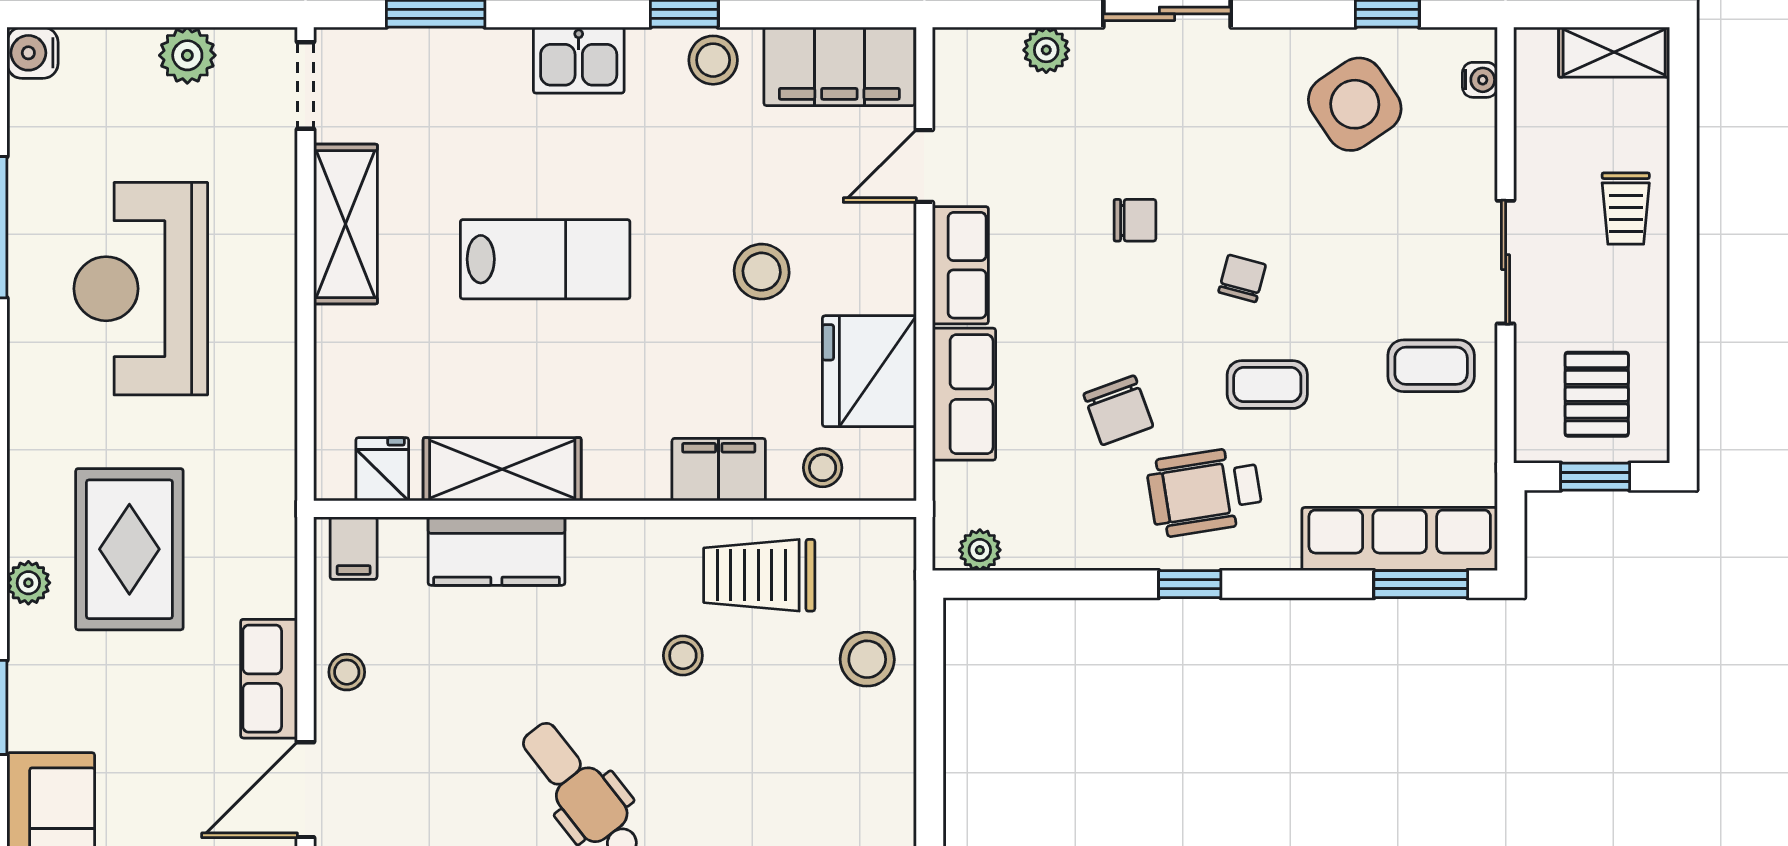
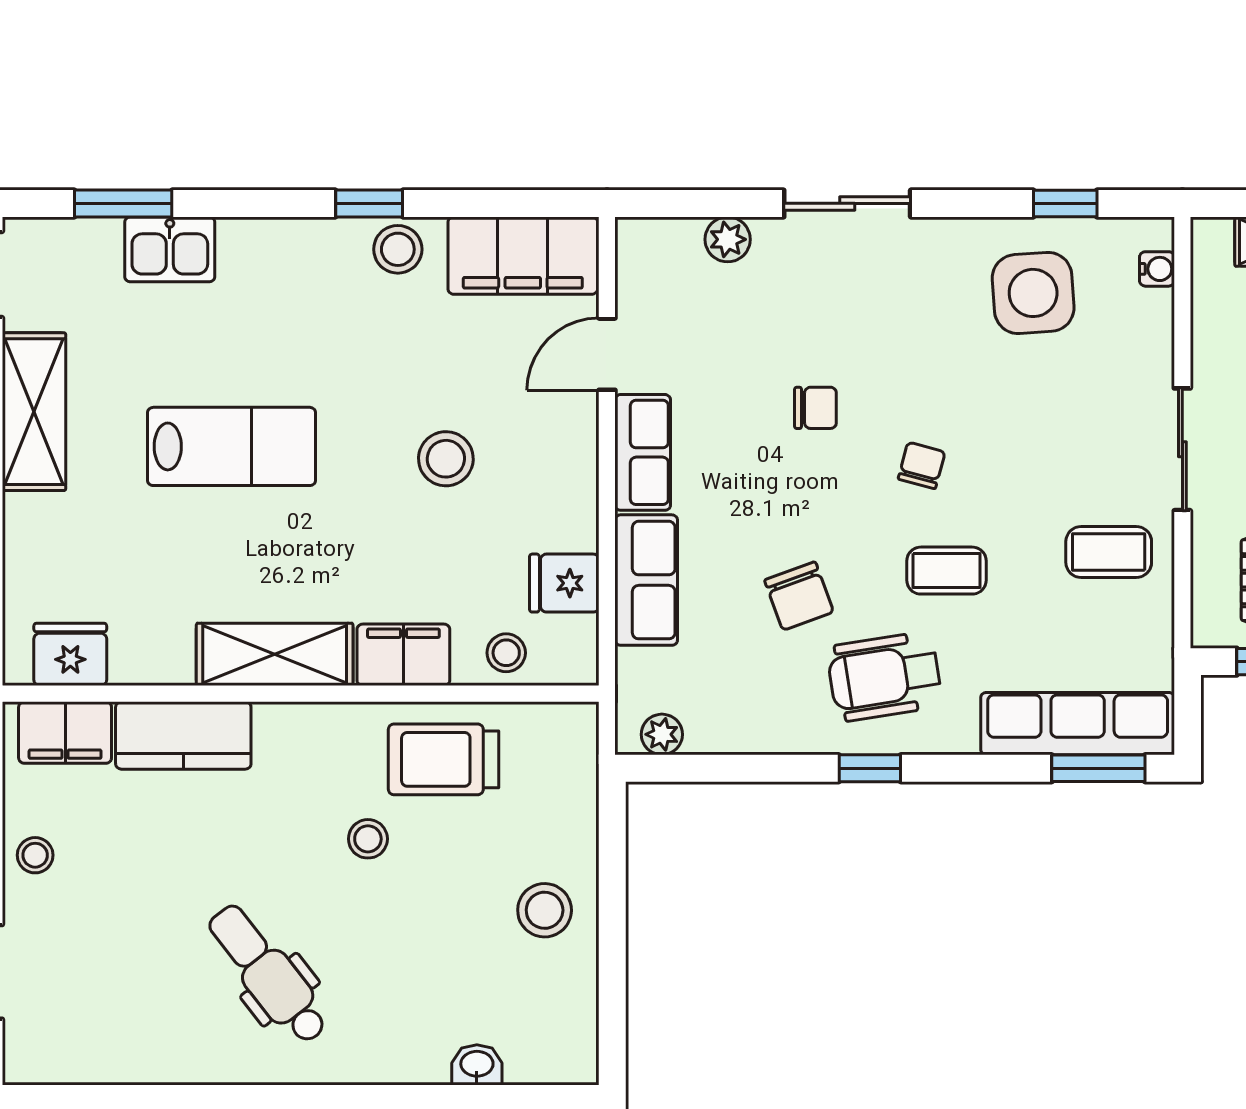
kitchen sink: (579, 60) -> (170, 249), moved
side table: (1355, 104) -> (1033, 293), turned 30
fridge: (869, 371) -> (564, 583), width x0.53, depth x0.75
fridge: (382, 469) -> (70, 654), width x1.38
shelving: (502, 469) -> (275, 654), moved
filing cabinet: (354, 548) -> (65, 733), width x2.00
stool: (867, 659) -> (545, 910), moved

